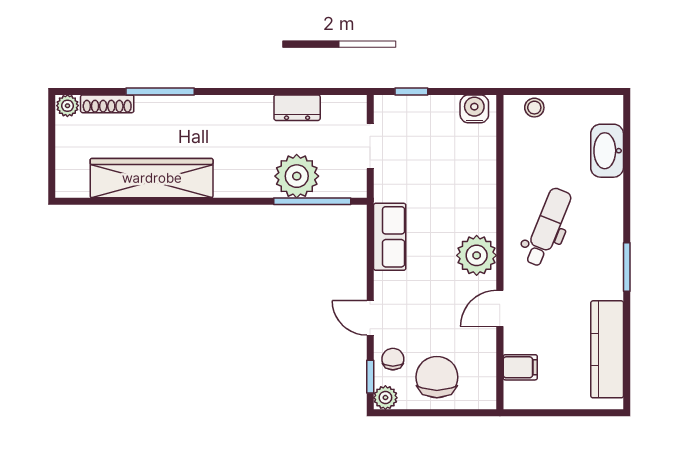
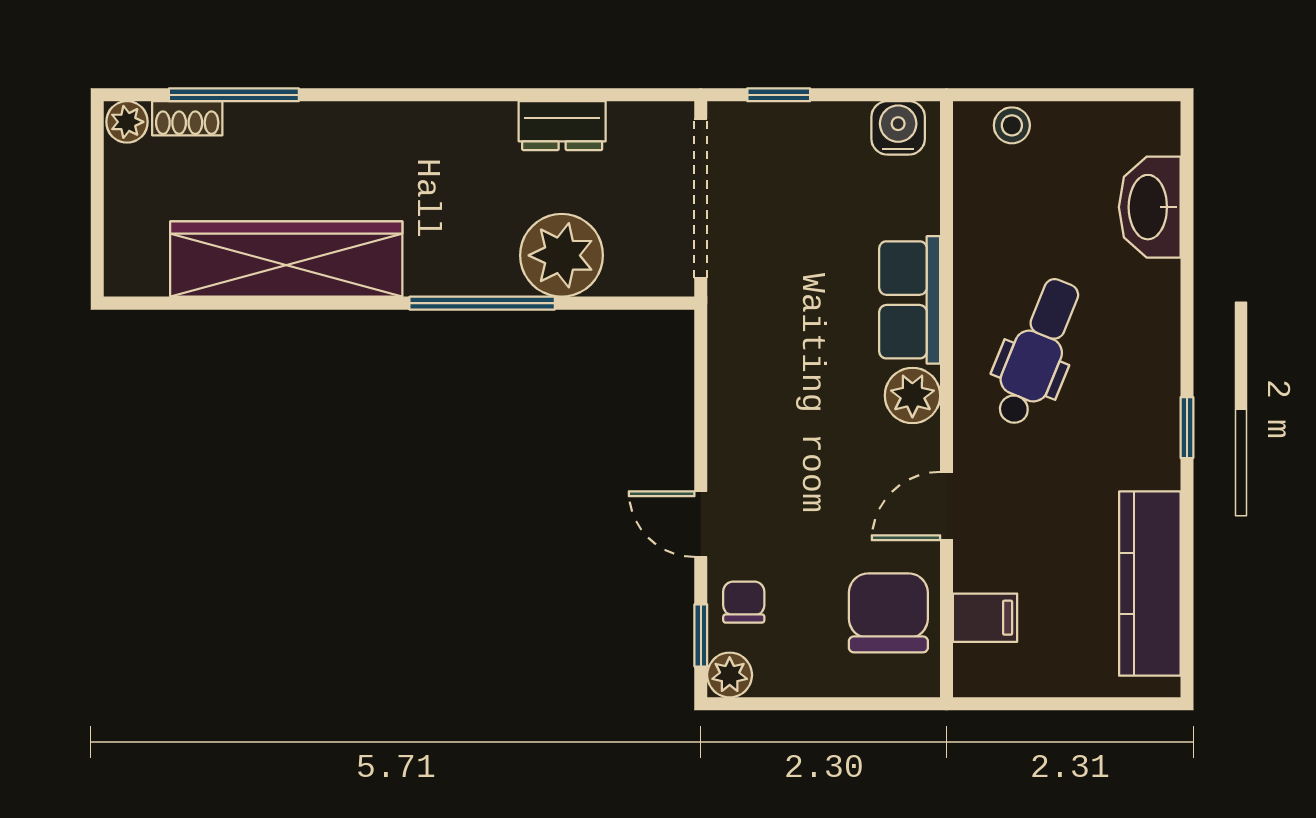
window: (160, 91) -> (234, 95), moved
shoe rack: (107, 104) -> (187, 118), width x0.70
doorway: (370, 146) -> (701, 198), width x1.87
window: (312, 201) -> (482, 303), moved
row of seats: (390, 237) -> (910, 300), moved, turned 180
plant: (477, 255) -> (912, 395), width x0.73, depth x0.73
window: (627, 267) -> (1187, 428), width x0.67
chair: (437, 377) -> (888, 613), moved

